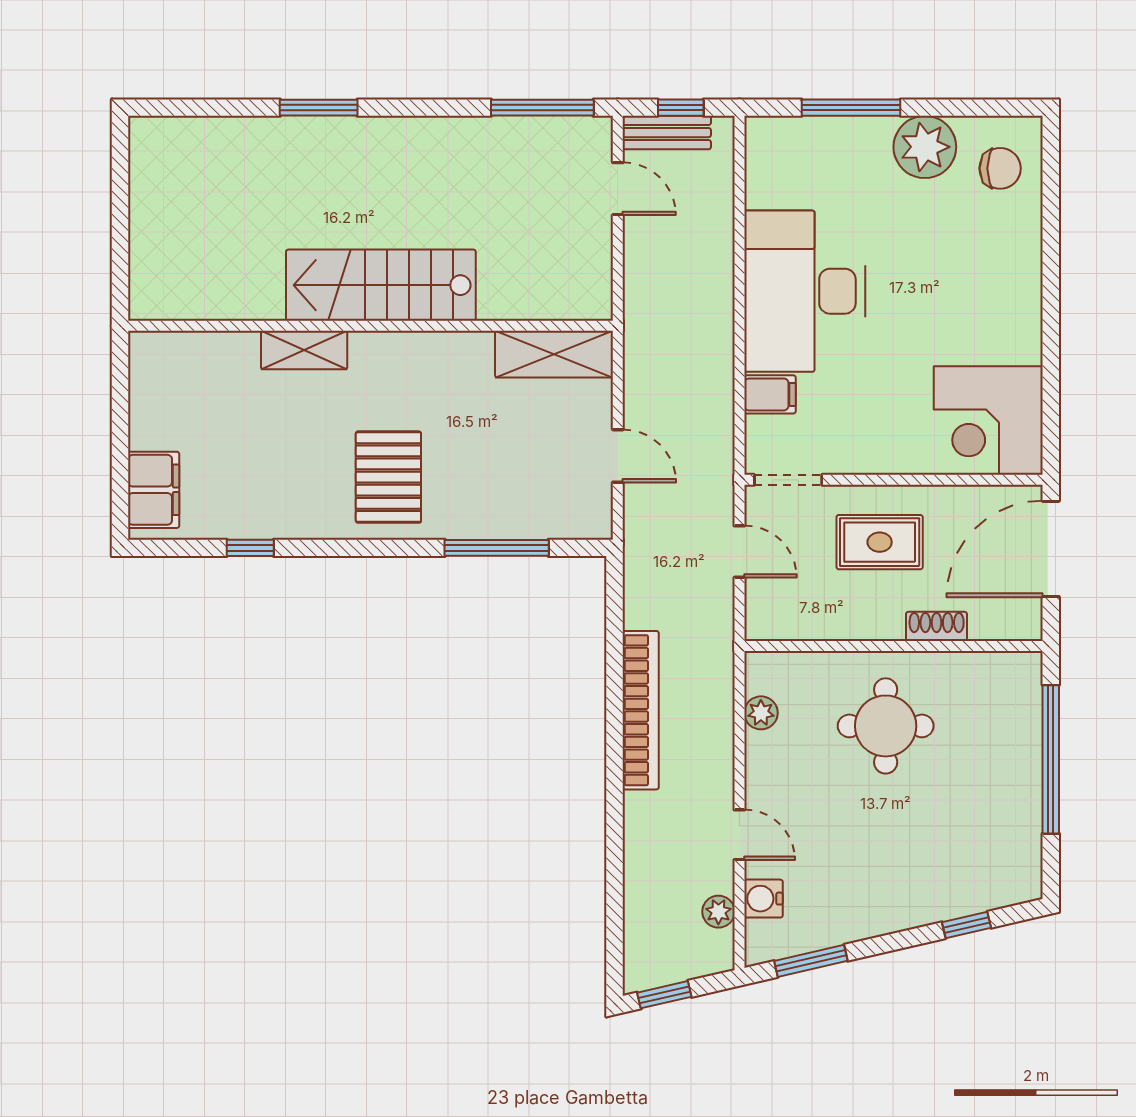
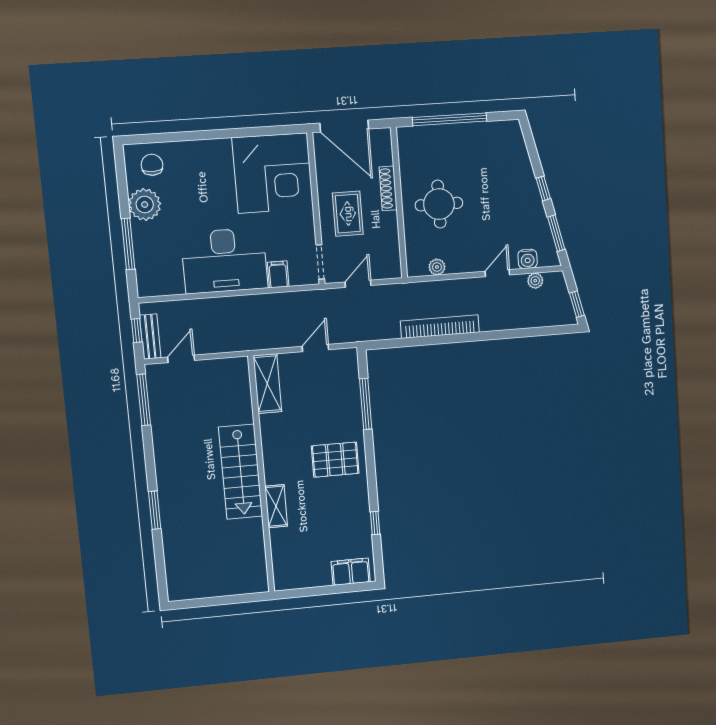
corner desk: (988, 421) -> (273, 173), width x1.36, depth x1.36
shoe rack: (937, 626) -> (388, 188), width x1.43
window: (967, 925) -> (543, 188), moved

